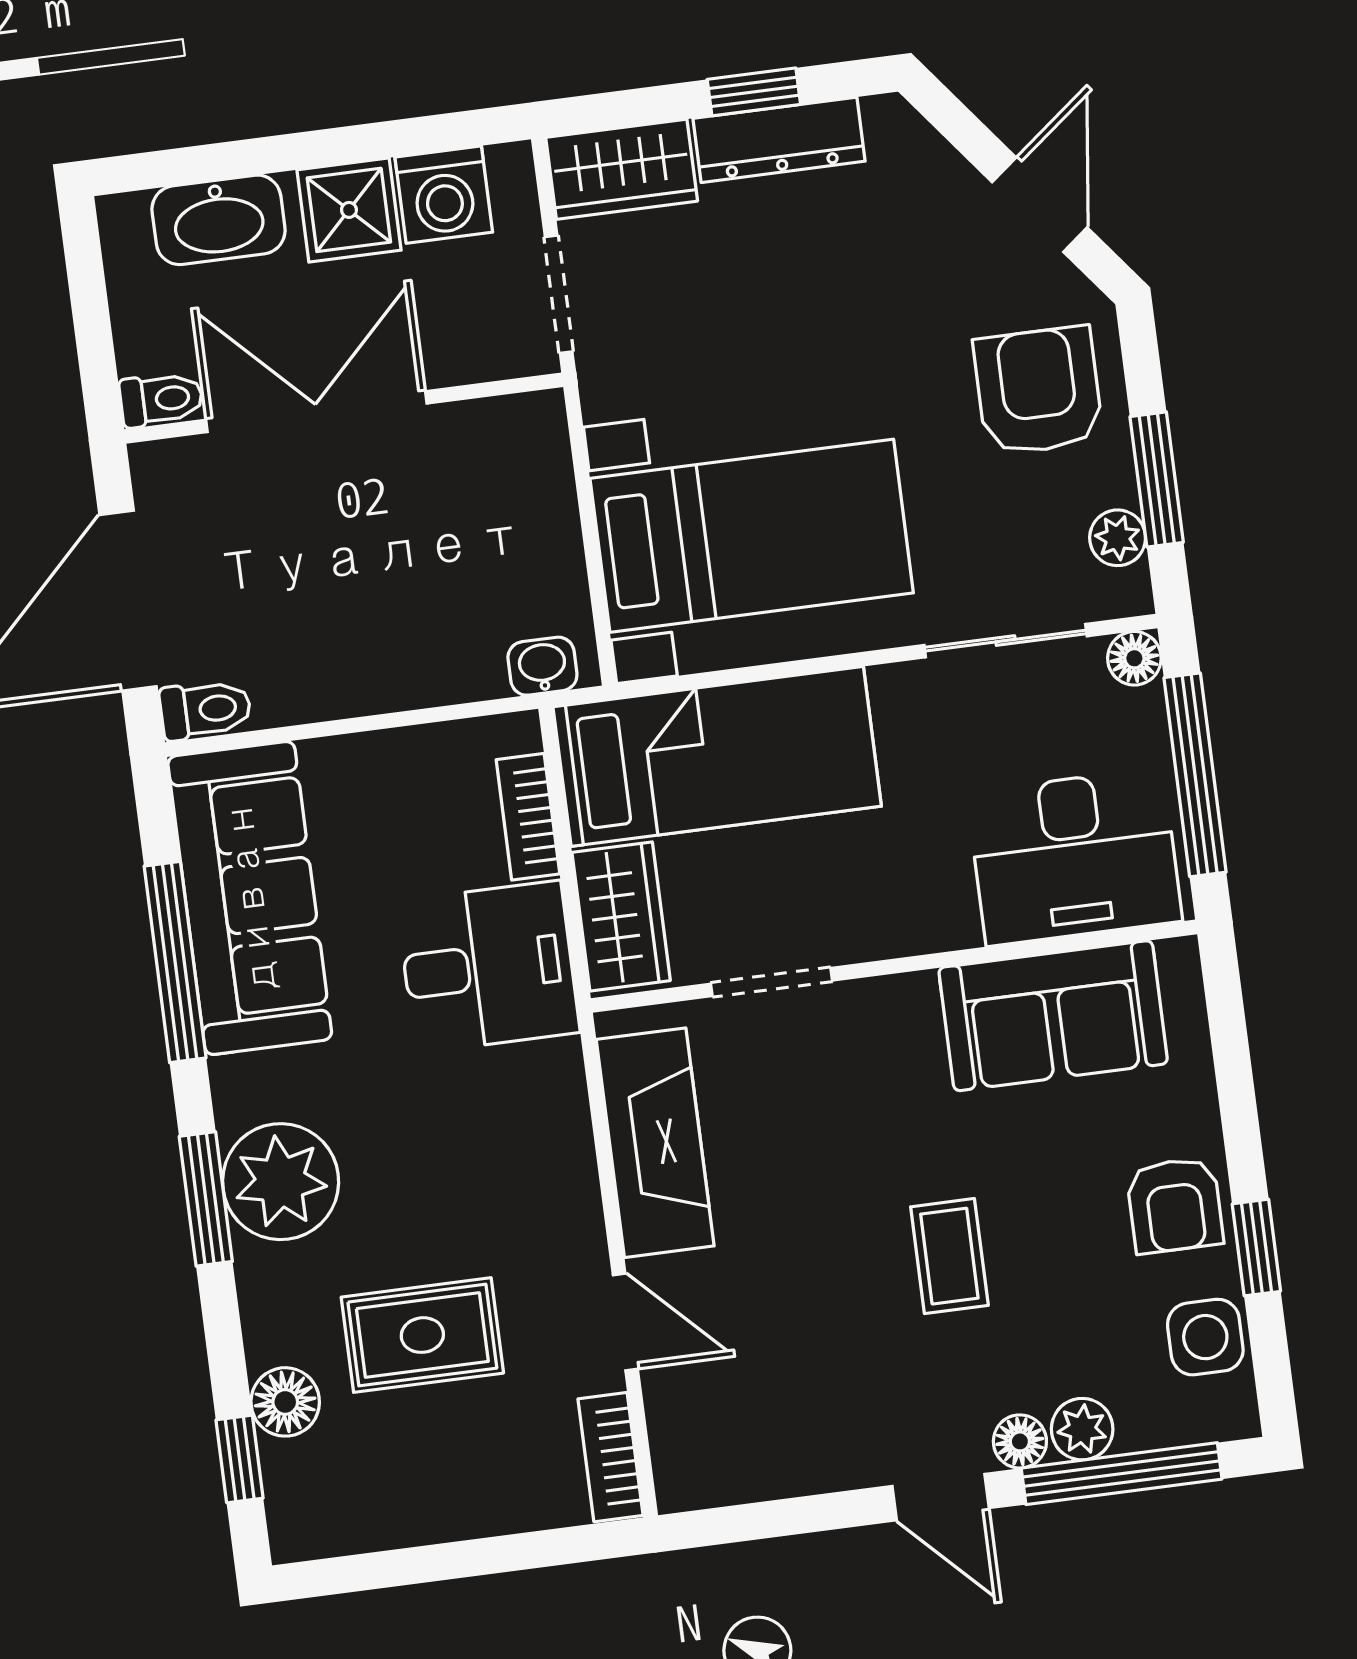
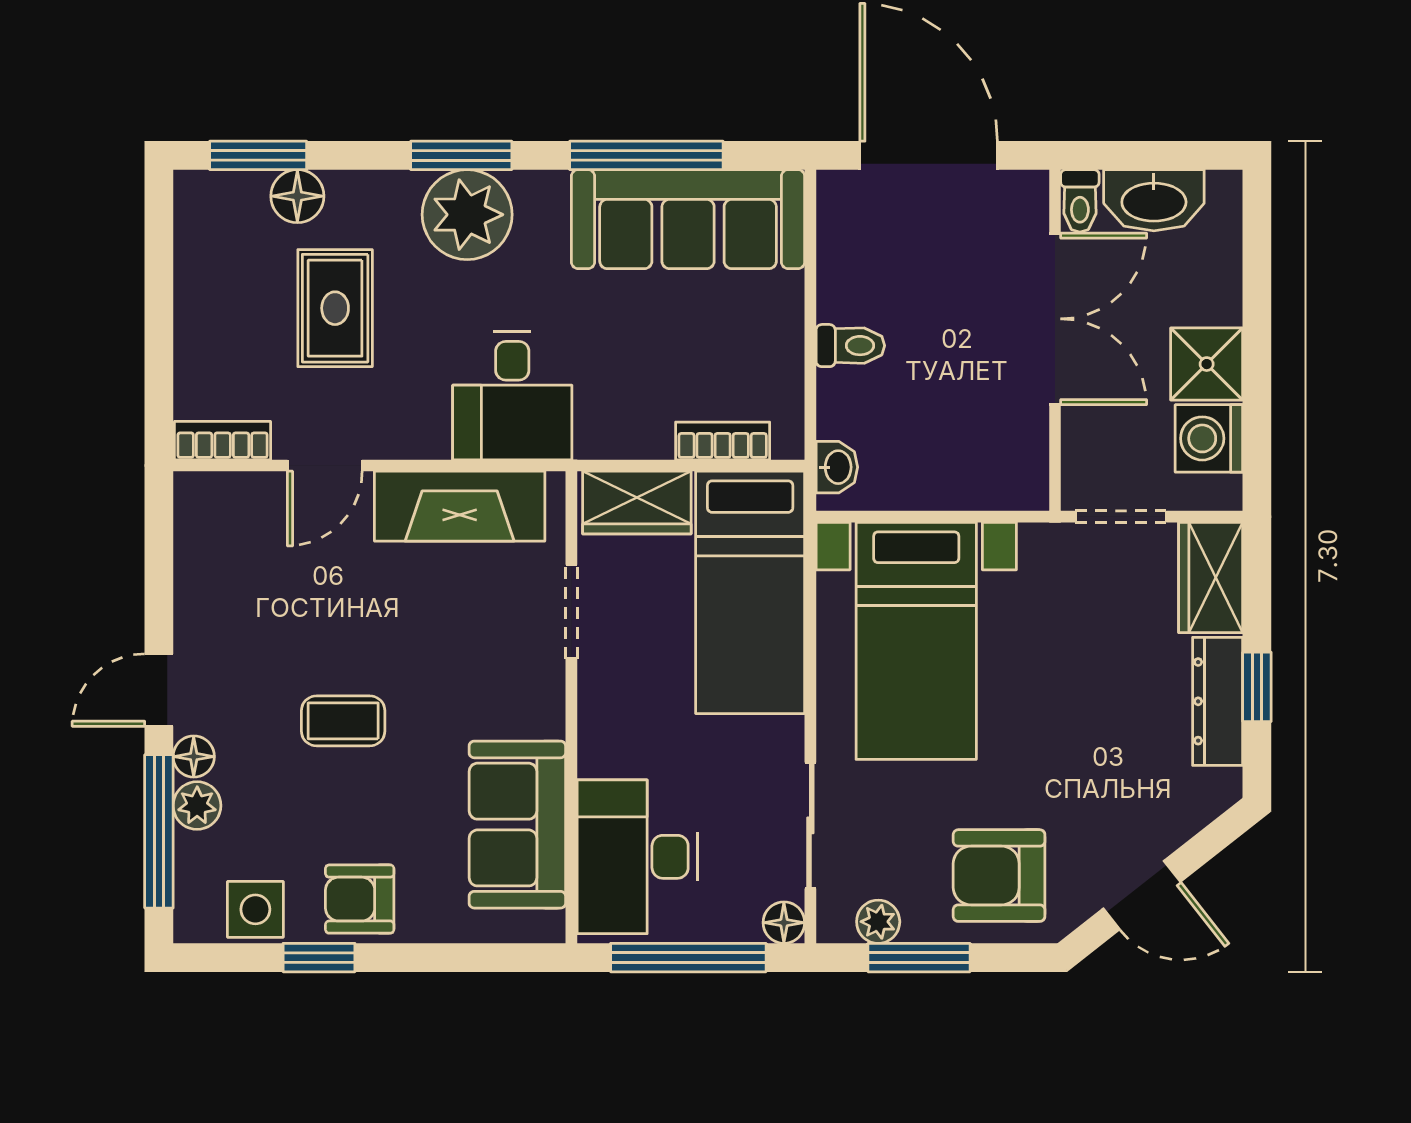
washbasin: (219, 220) -> (1154, 200), moved, turned -90
armchair: (1038, 391) -> (999, 876), turned 180
toilet: (205, 710) -> (850, 346), moved, turned -90
desk: (488, 967) -> (512, 395), moved
window: (240, 1459) -> (258, 155), width x1.50

